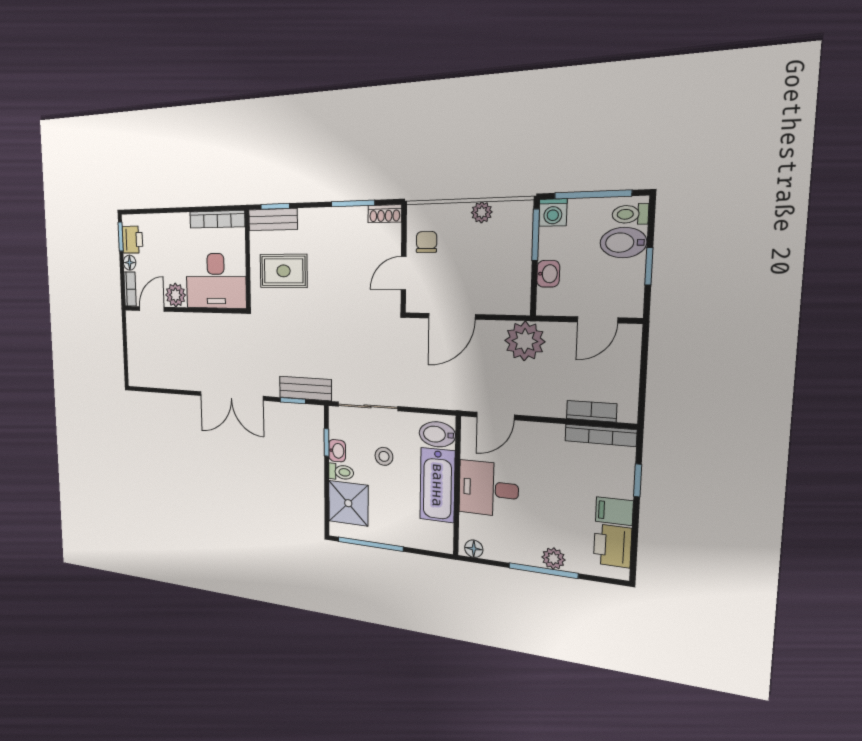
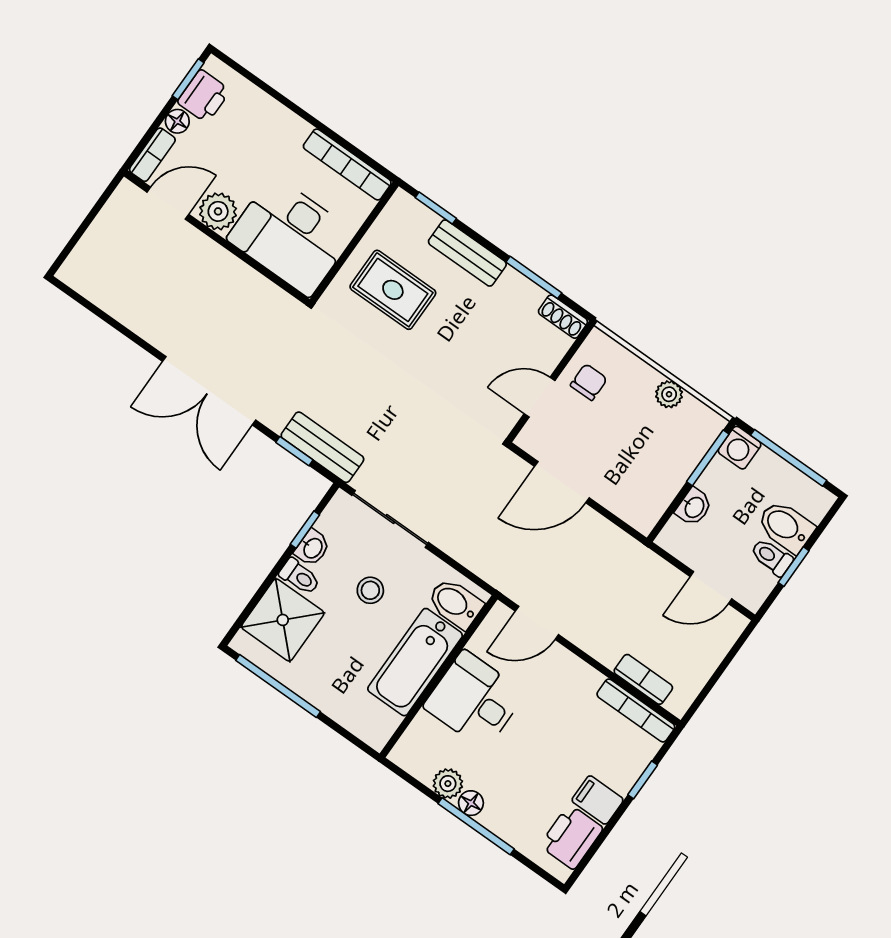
toilet: (630, 214) -> (772, 557), moved
bench: (273, 220) -> (467, 253), moved
plant: (525, 341) -> (623, 561), removed
floor lamp: (474, 549) -> (471, 803), moved
plant: (553, 558) -> (448, 784), moved

